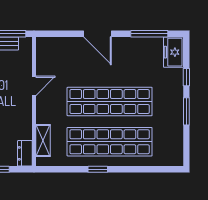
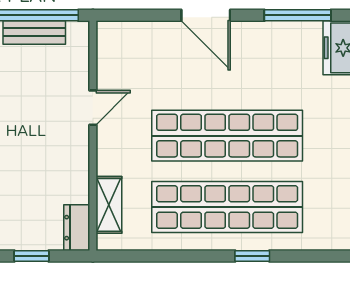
window: (98, 169) -> (252, 256), moved

